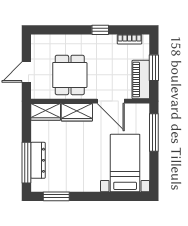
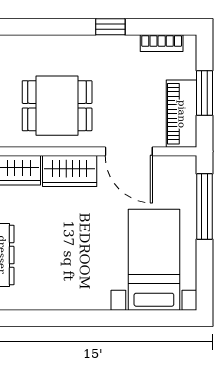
dining table: (70, 75) -> (57, 106), turned 90
window: (56, 196) -> (34, 318), removed

